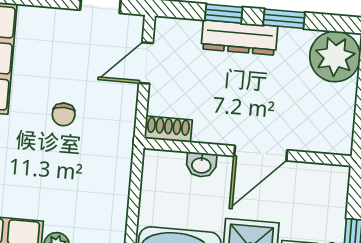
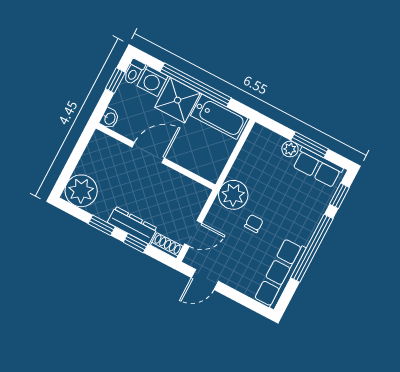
shoe rack: (168, 129) -> (167, 246), moved, turned 180
plant: (111, 144) -> (233, 195), added
washbasin: (201, 165) -> (110, 118), moved, turned 90

